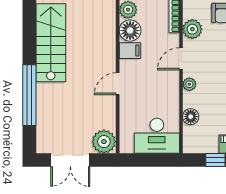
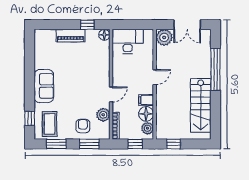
plant: (189, 84) -> (105, 77), removed
floor lamp: (191, 117) -> (104, 35), moved
double door: (70, 160) -> (187, 25), swing flipped

